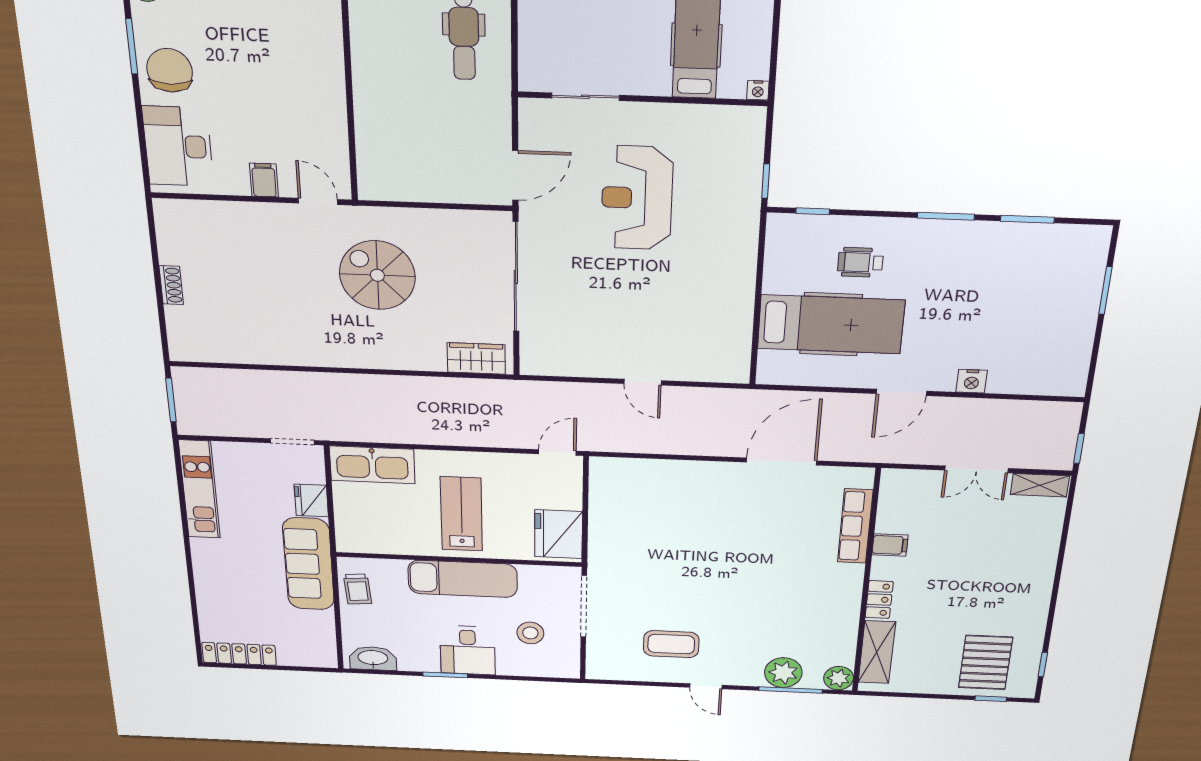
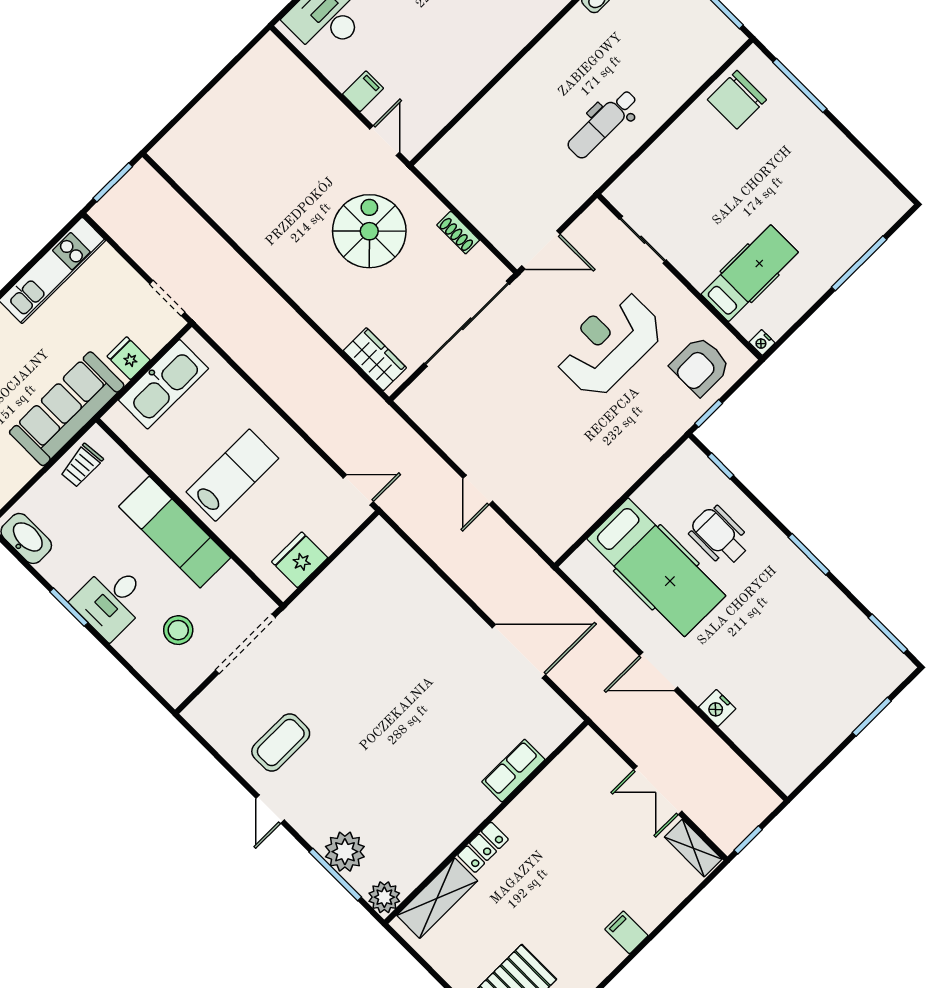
armchair: (725, 152) -> (700, 366), added
window: (1027, 219) -> (888, 634), moved
wheelchair: (860, 262) -> (720, 536), width x1.36, depth x1.37
shoe rack: (171, 285) -> (458, 233), moved, turned 90
kitchen sink: (372, 465) -> (164, 384), moved, turned -90
fridge: (311, 500) -> (129, 358), width x0.72
row of seats: (855, 526) -> (513, 771), width x0.68
fridge: (559, 534) -> (300, 560), width x0.73, depth x0.75
filing cabinet: (890, 545) -> (626, 932), moved, turned 180
coffee table: (671, 644) -> (281, 742), turned 90

